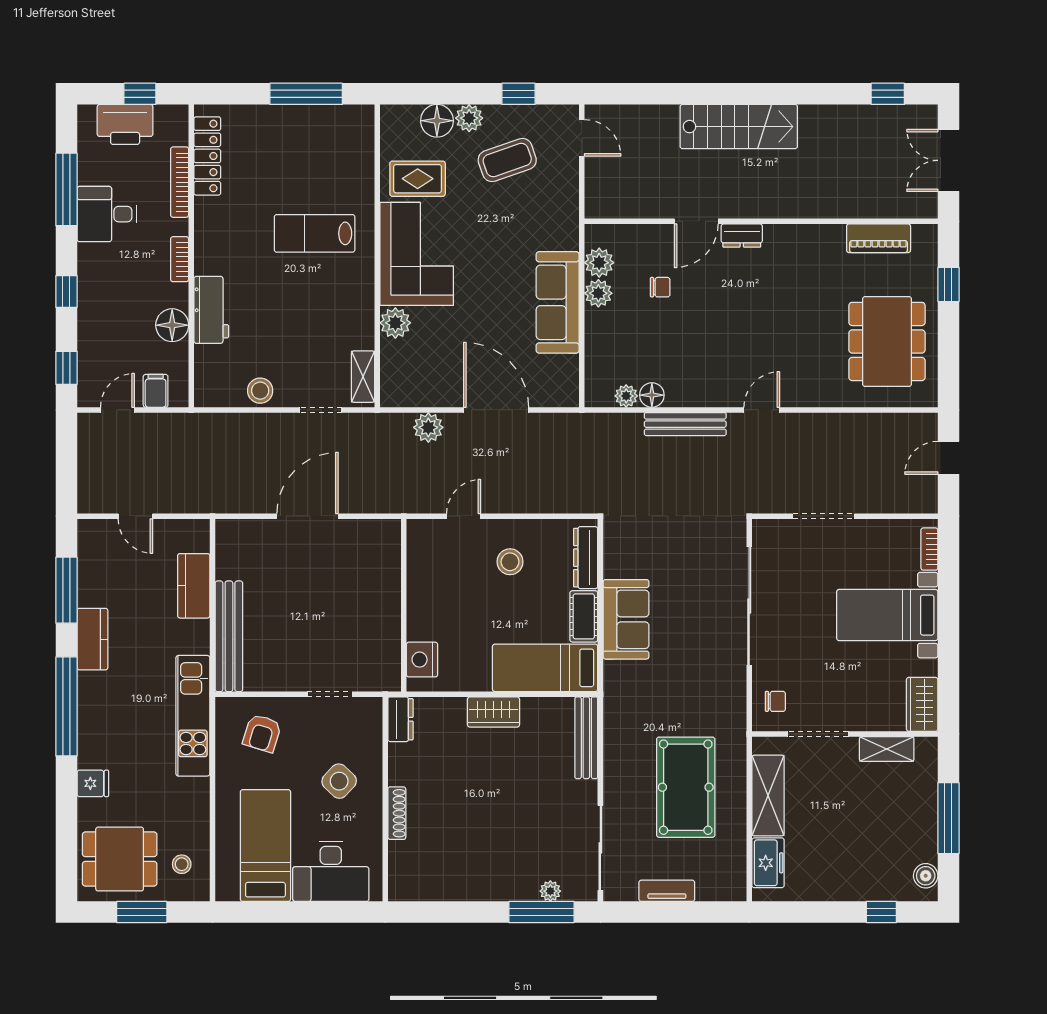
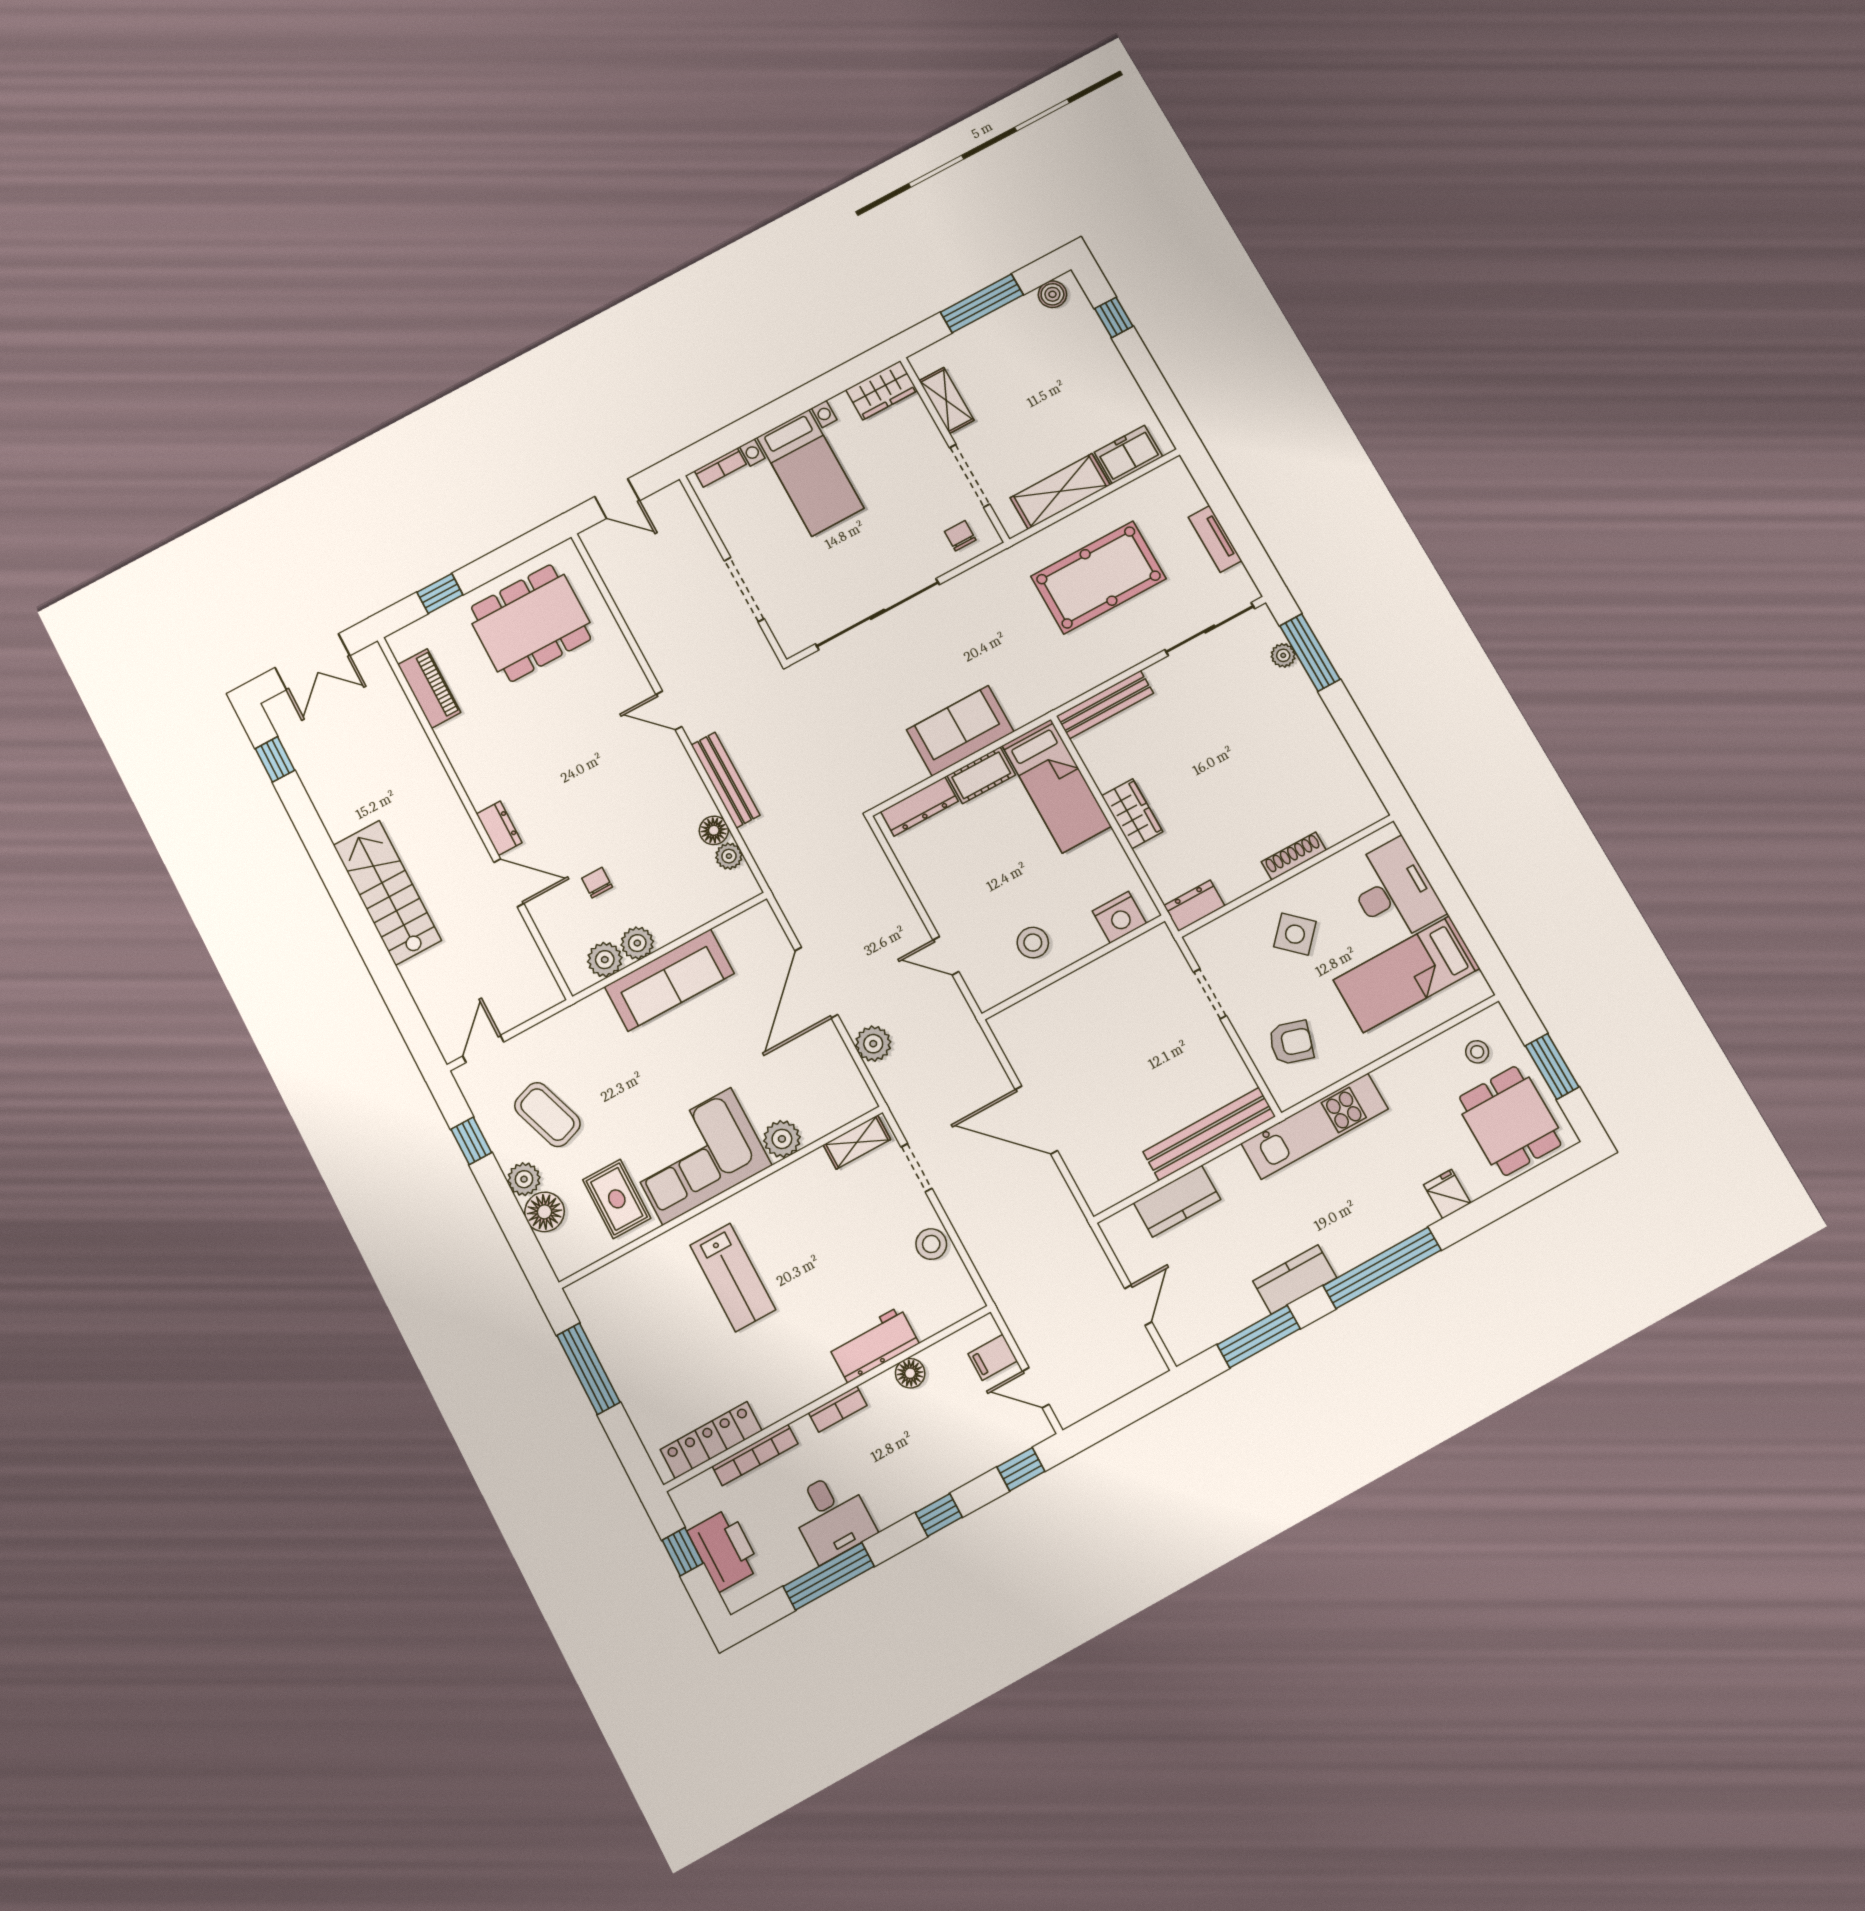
floor lamp: (172, 325) -> (910, 1373), width x0.73, depth x0.73
stool: (510, 562) -> (1033, 943), moved

